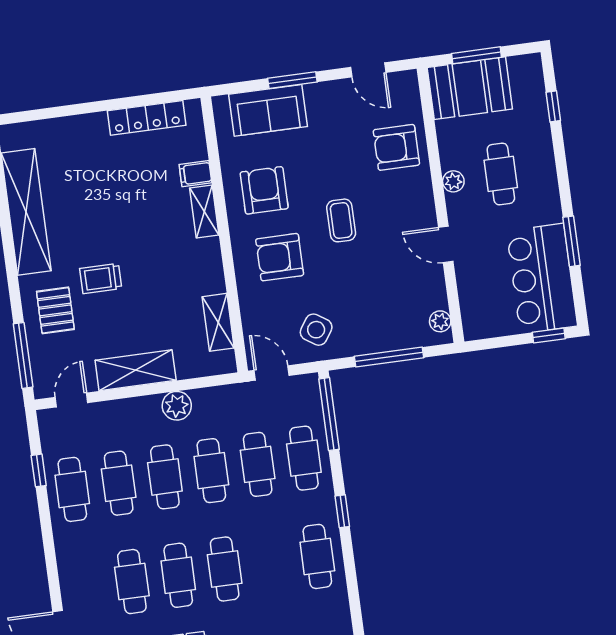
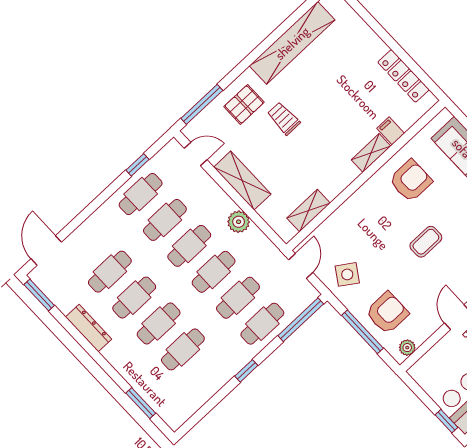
armchair: (280, 257) -> (387, 313), moved, turned 90
cafe table: (317, 556) -> (183, 349), moved

